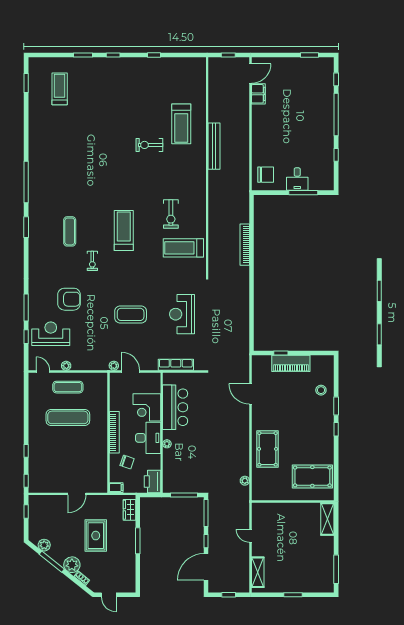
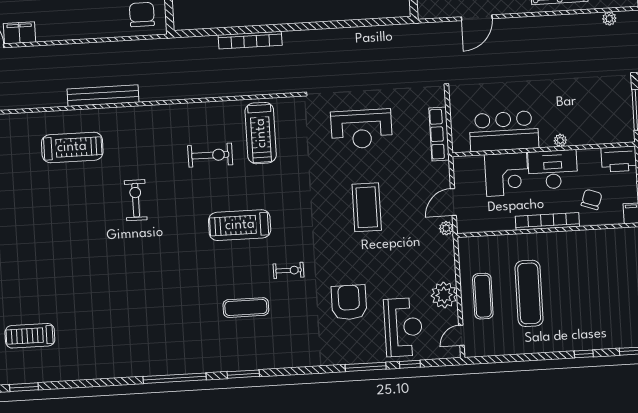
exercise bike: (149, 145) -> (136, 200), moved, turned 180
reception desk: (51, 334) -> (403, 327), turned 180
plant: (66, 366) -> (444, 295), width x1.88, depth x1.88

